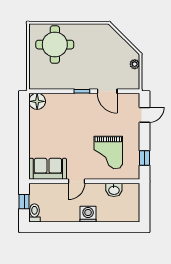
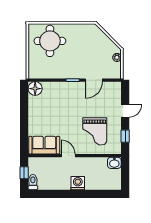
door: (107, 91) -> (94, 80), hinge flipped
door: (144, 115) -> (125, 111), moved
door: (76, 181) -> (68, 156), swing flipped
washbasin: (114, 190) -> (114, 163), moved

